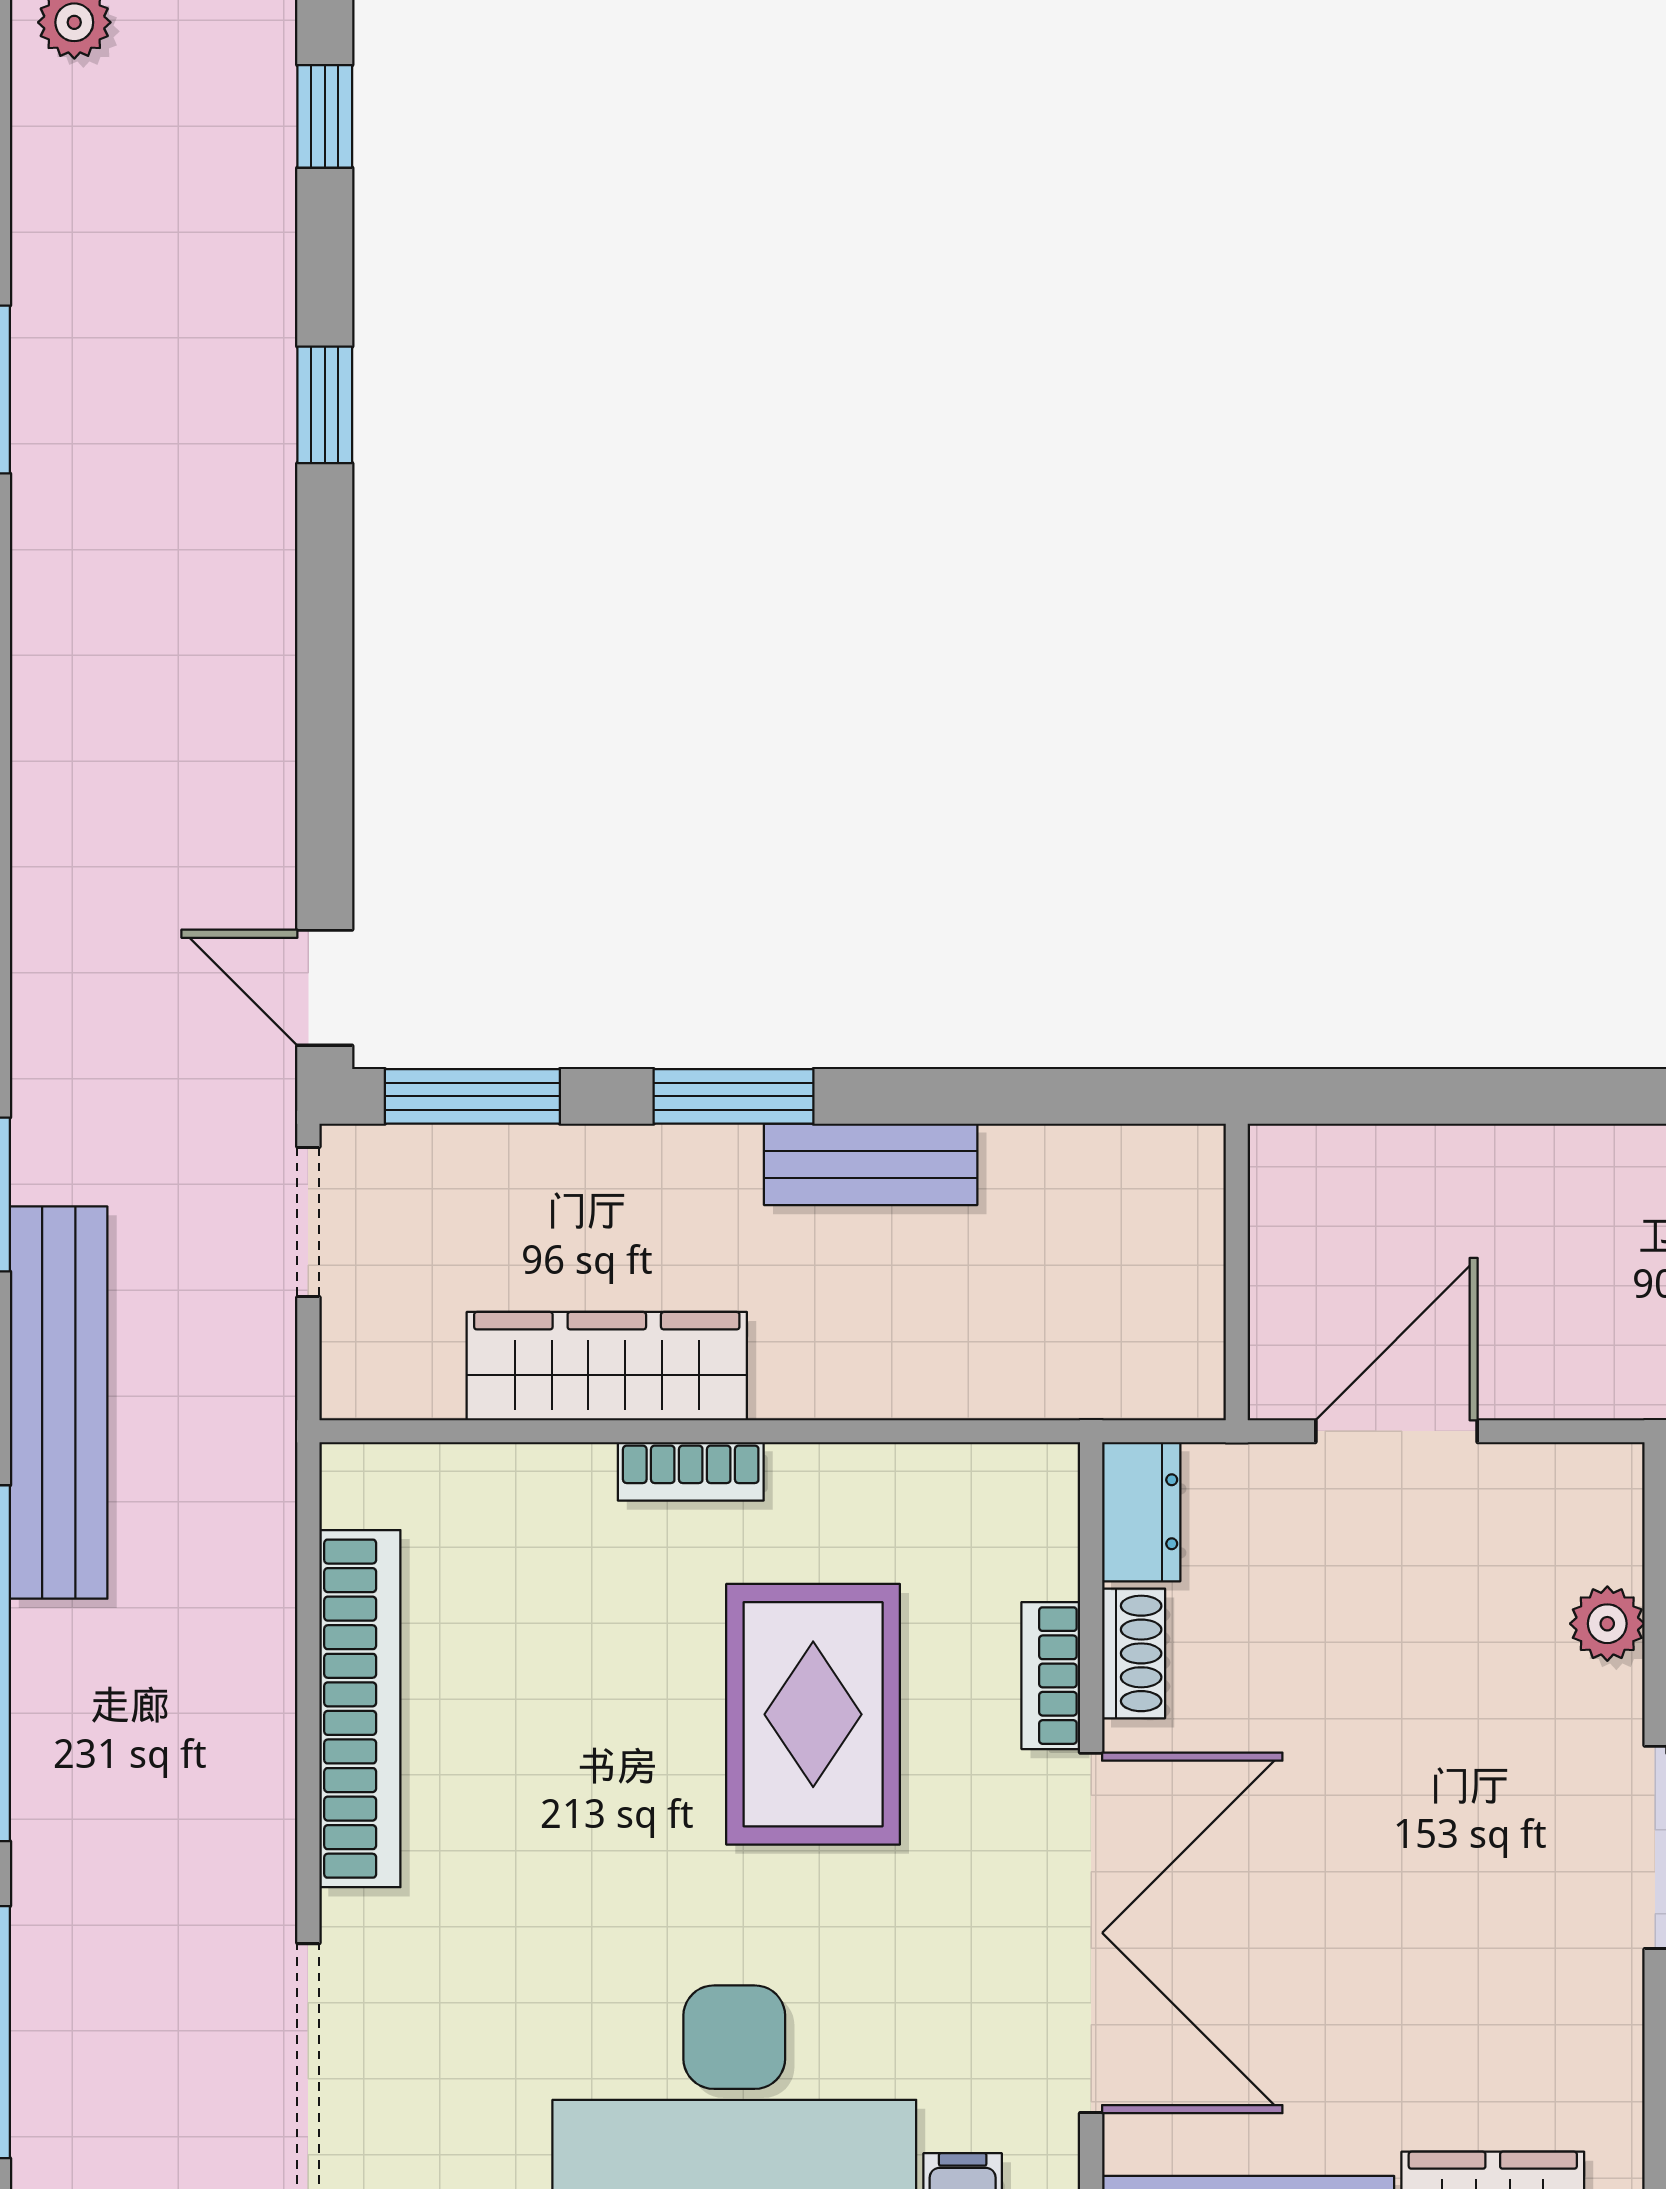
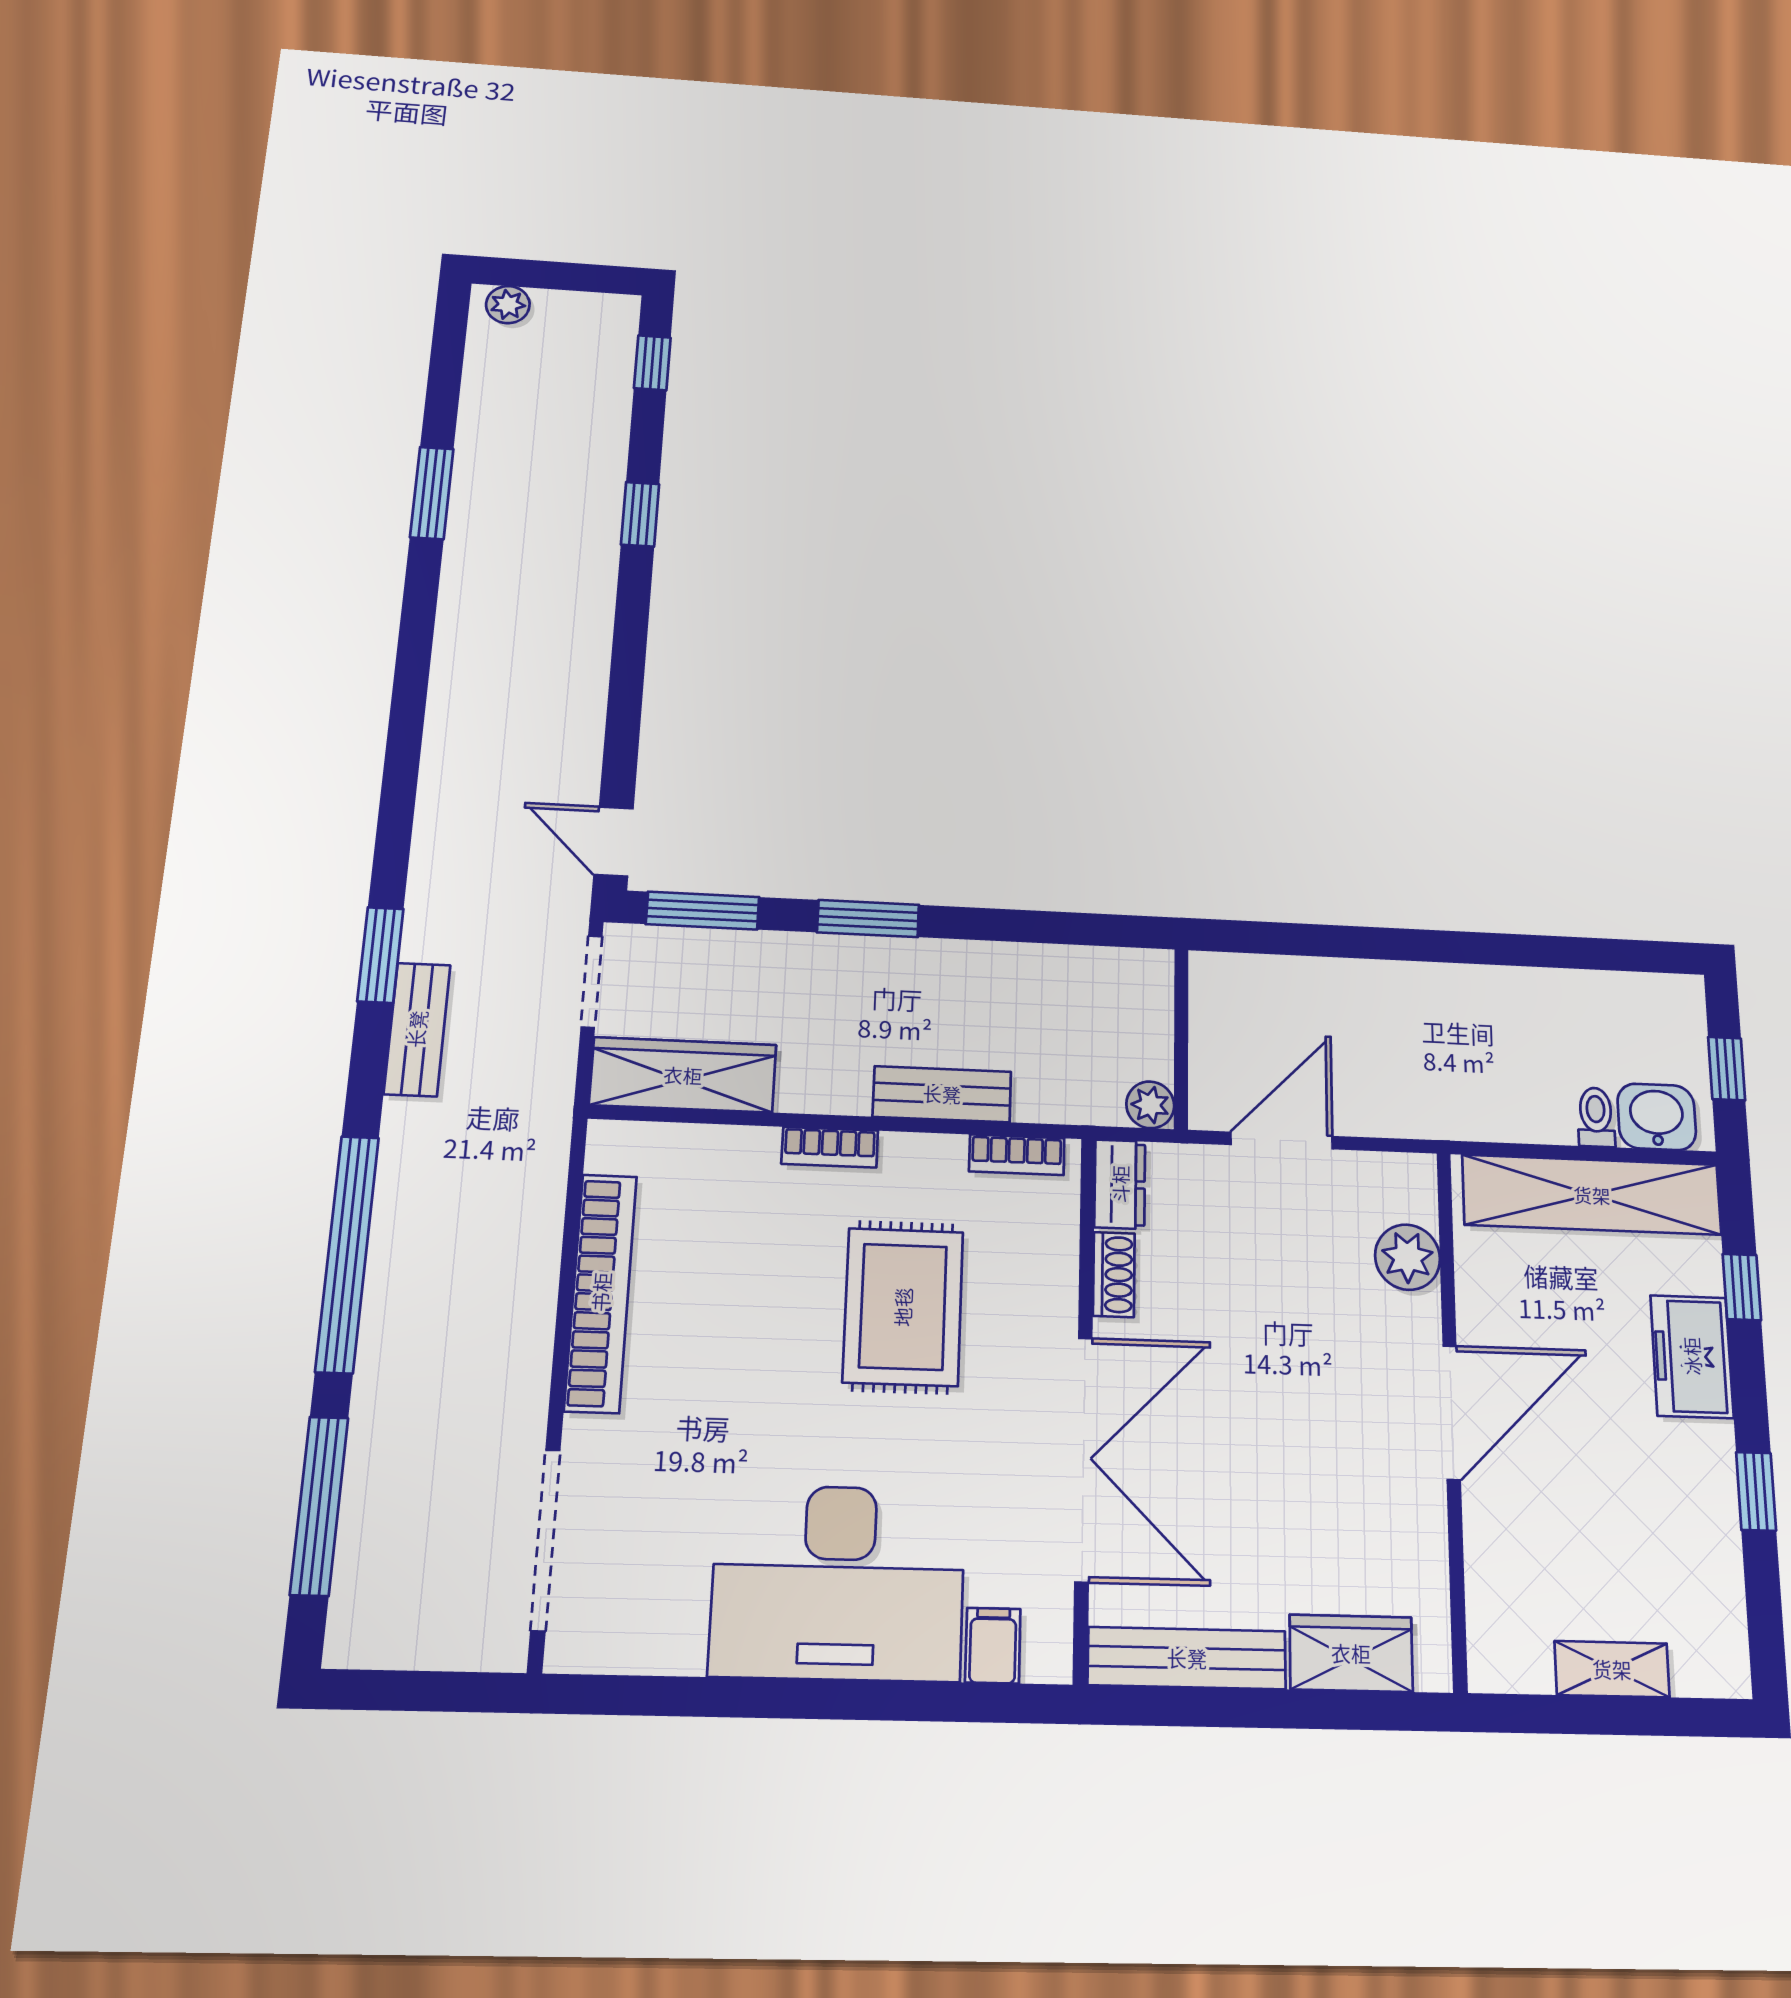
bench: (871, 1164) -> (942, 1094), moved
wardrobe: (607, 1366) -> (683, 1075), moved
plant: (1188, 1383) -> (1150, 1105), added
bench: (59, 1403) -> (417, 1029), width x0.54, depth x0.82
plant: (1607, 1624) -> (1408, 1257), width x1.38, depth x1.38
bookcase: (1051, 1676) -> (1017, 1155), moved, turned -90

